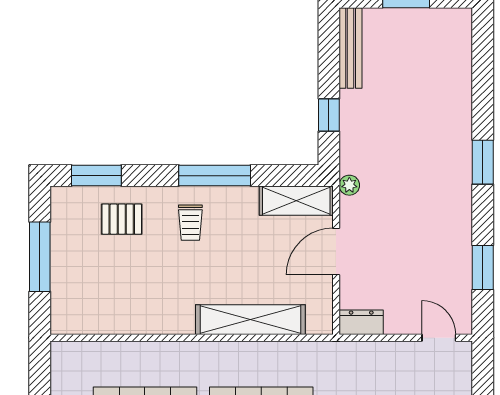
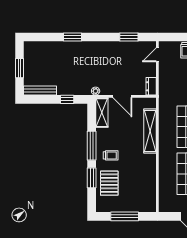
window: (483, 162) -> (73, 37), moved
window: (96, 176) -> (92, 178), moved
pallet: (122, 219) -> (109, 183), width x1.50, depth x1.42

